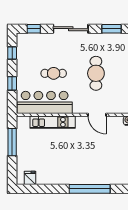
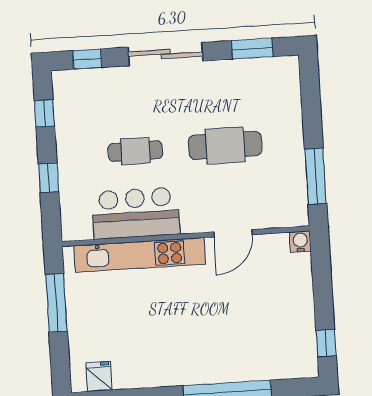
cafe table: (96, 73) -> (225, 145), turned 90
bar counter: (45, 102) -> (136, 213), width x0.73
door: (97, 115) -> (233, 233), hinge flipped
kitchen unit: (53, 122) -> (140, 255), width x1.36

